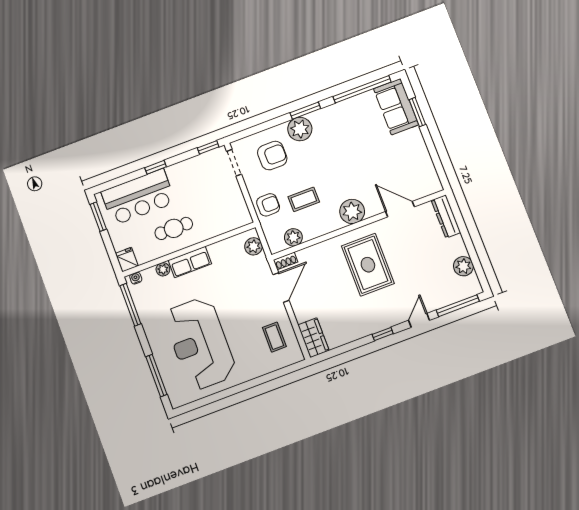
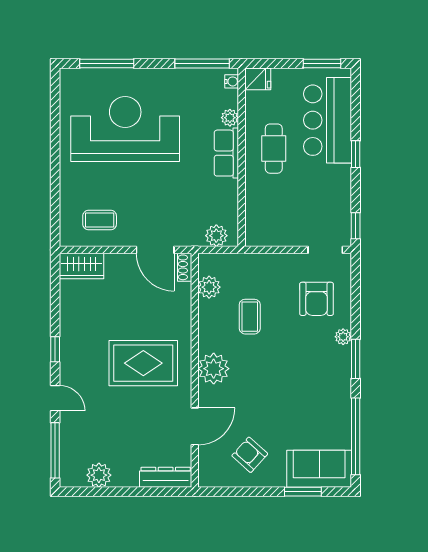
plant: (300, 129) -> (343, 337), width x0.53, depth x0.53
armchair: (268, 205) -> (250, 455), moved, turned 132

